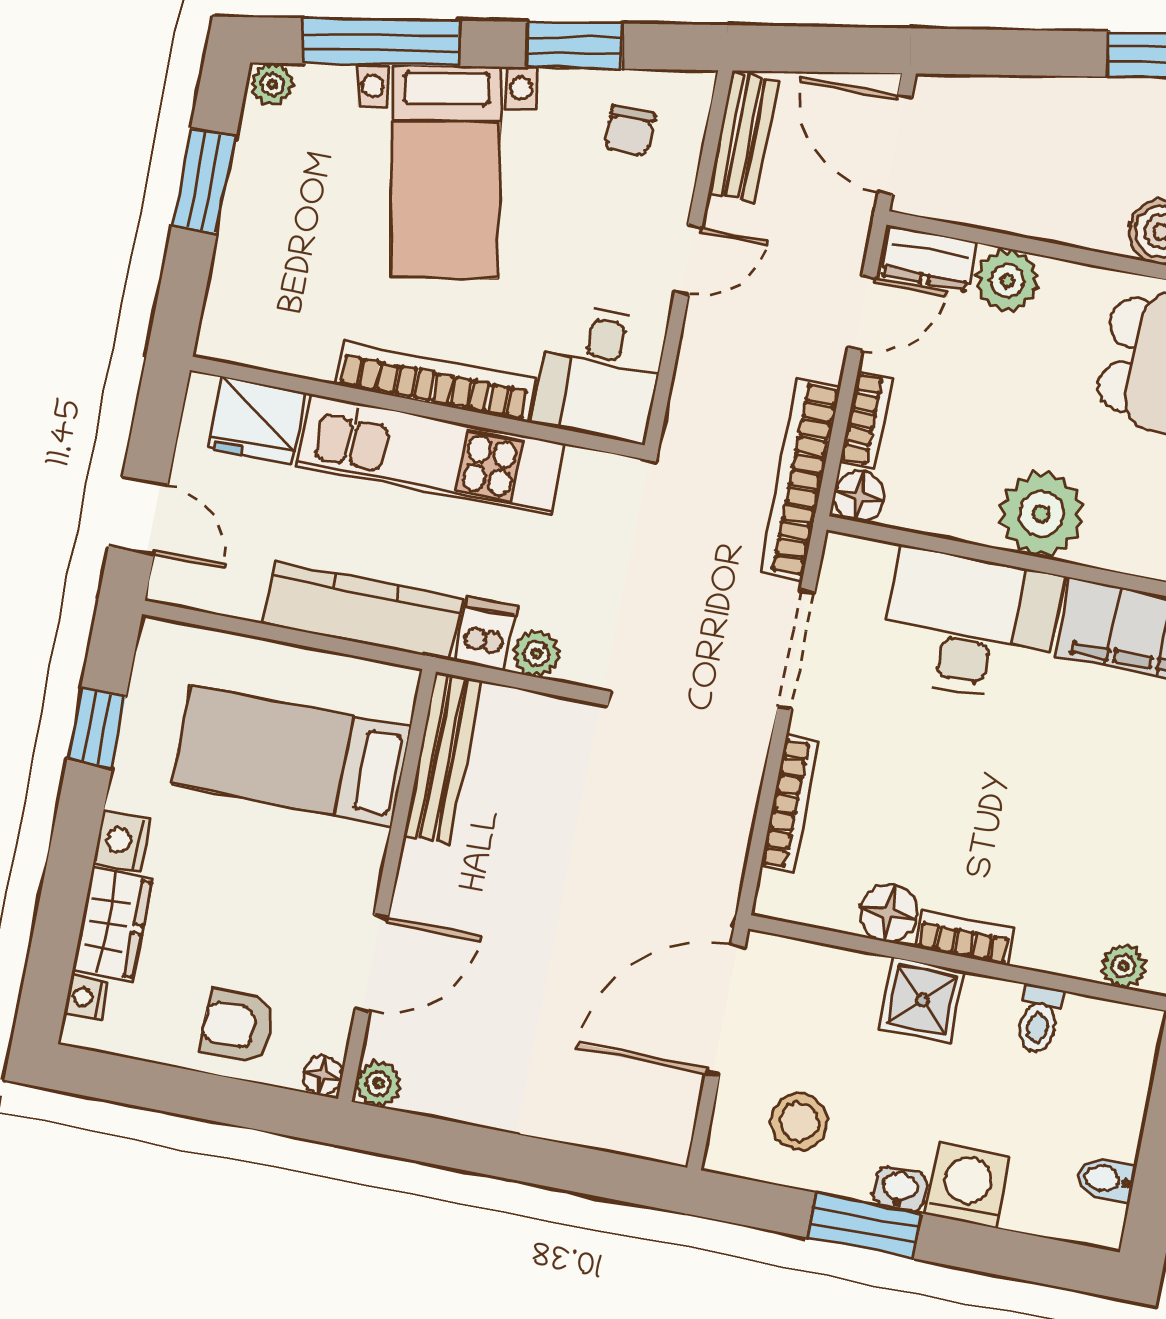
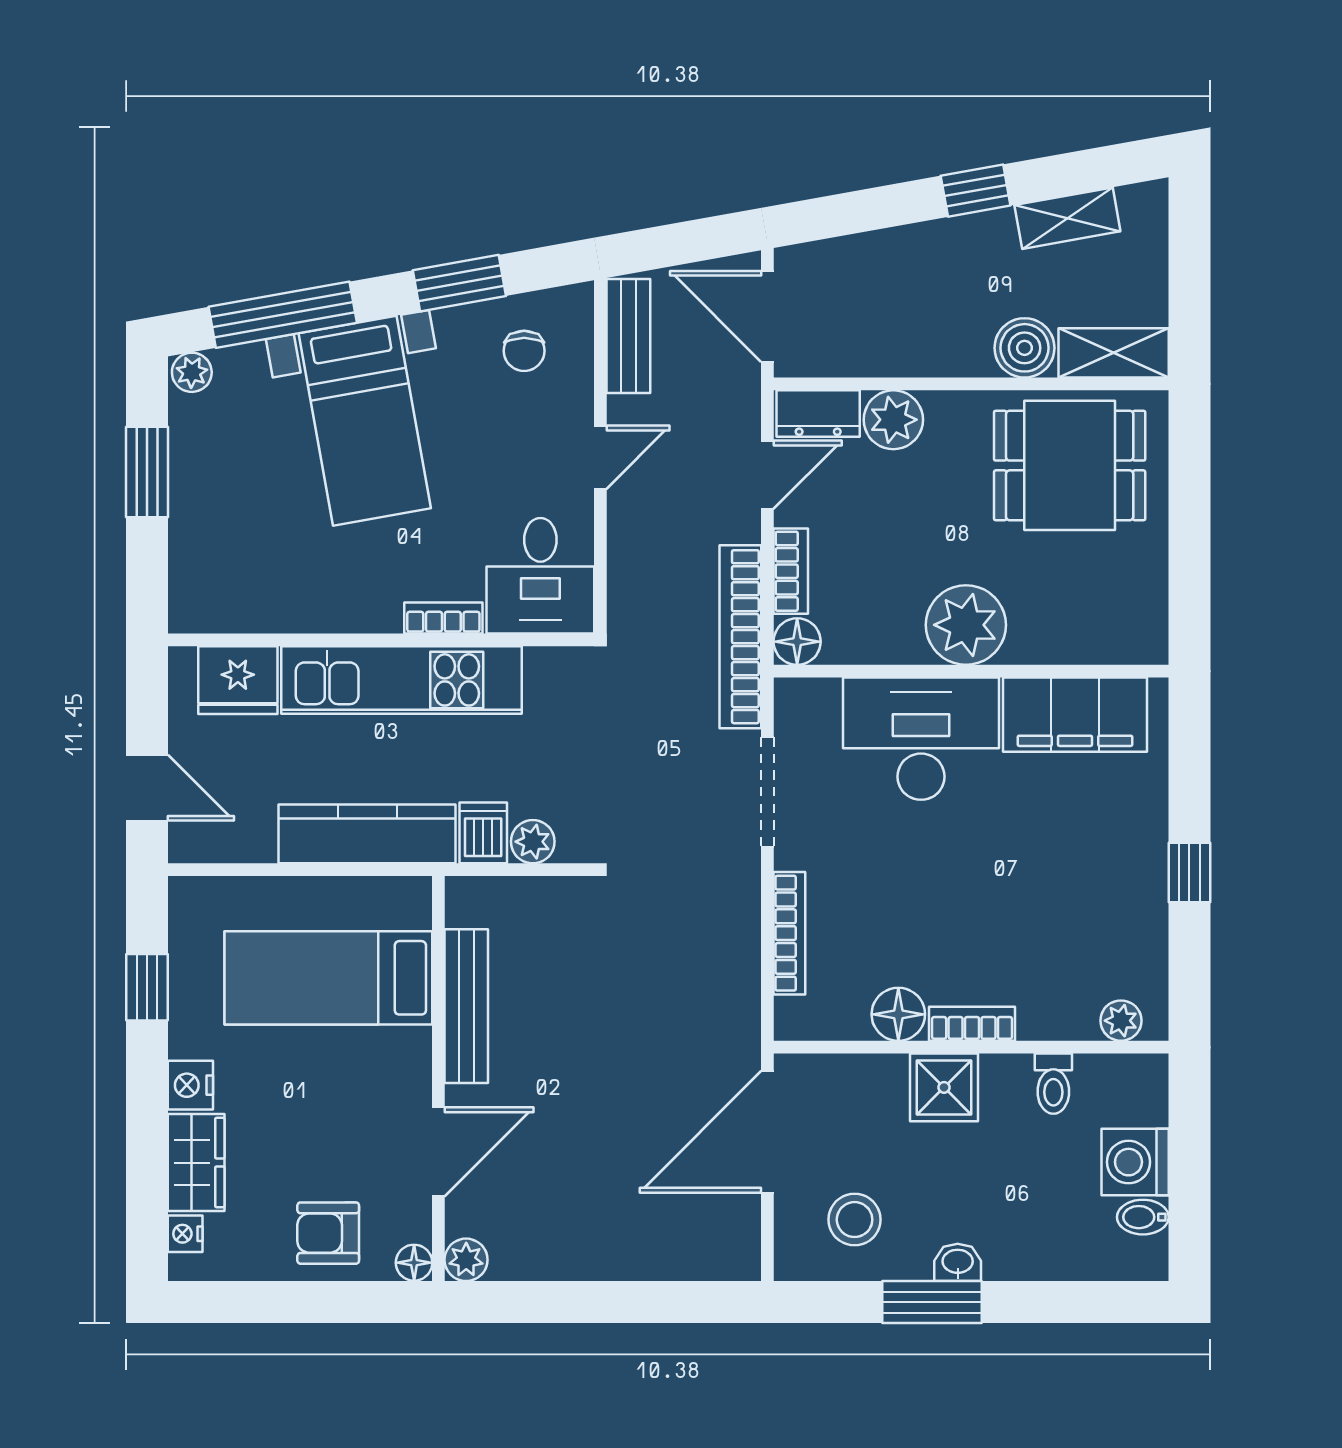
bookcase: (435, 382) -> (443, 618), width x0.43, depth x0.76
bench: (443, 758) -> (466, 1006), moved
washing machine: (967, 1186) -> (1135, 1162), moved, turned -90

